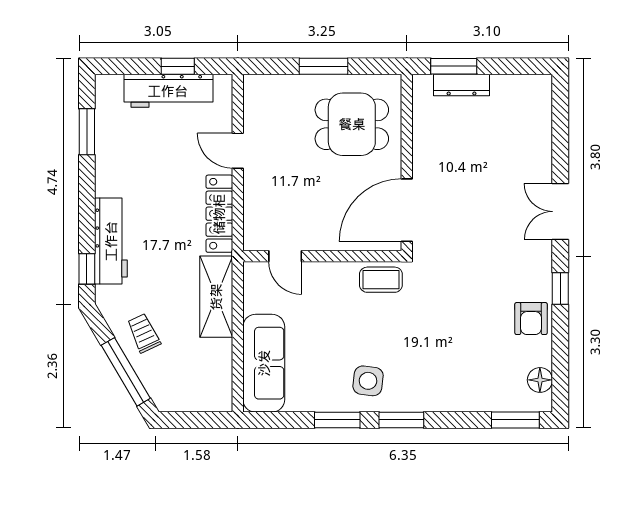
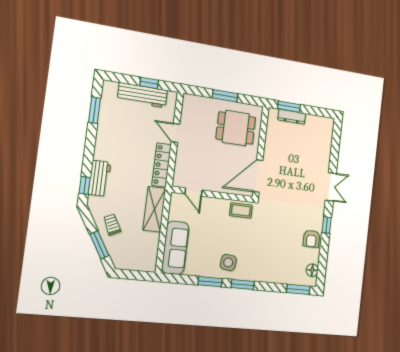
double door: (560, 212) -> (331, 187), swing flipped
workbench: (111, 241) -> (99, 178), width x0.73
window: (126, 372) -> (99, 245), width x0.69

